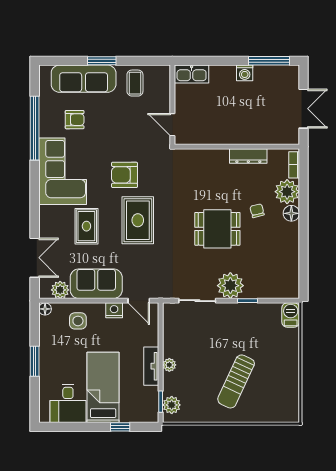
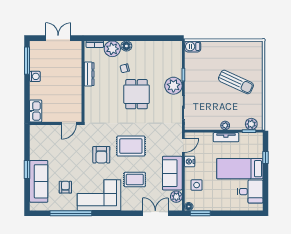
coffee table: (135, 83) -> (42, 148), removed
window: (35, 361) -> (200, 213), moved

